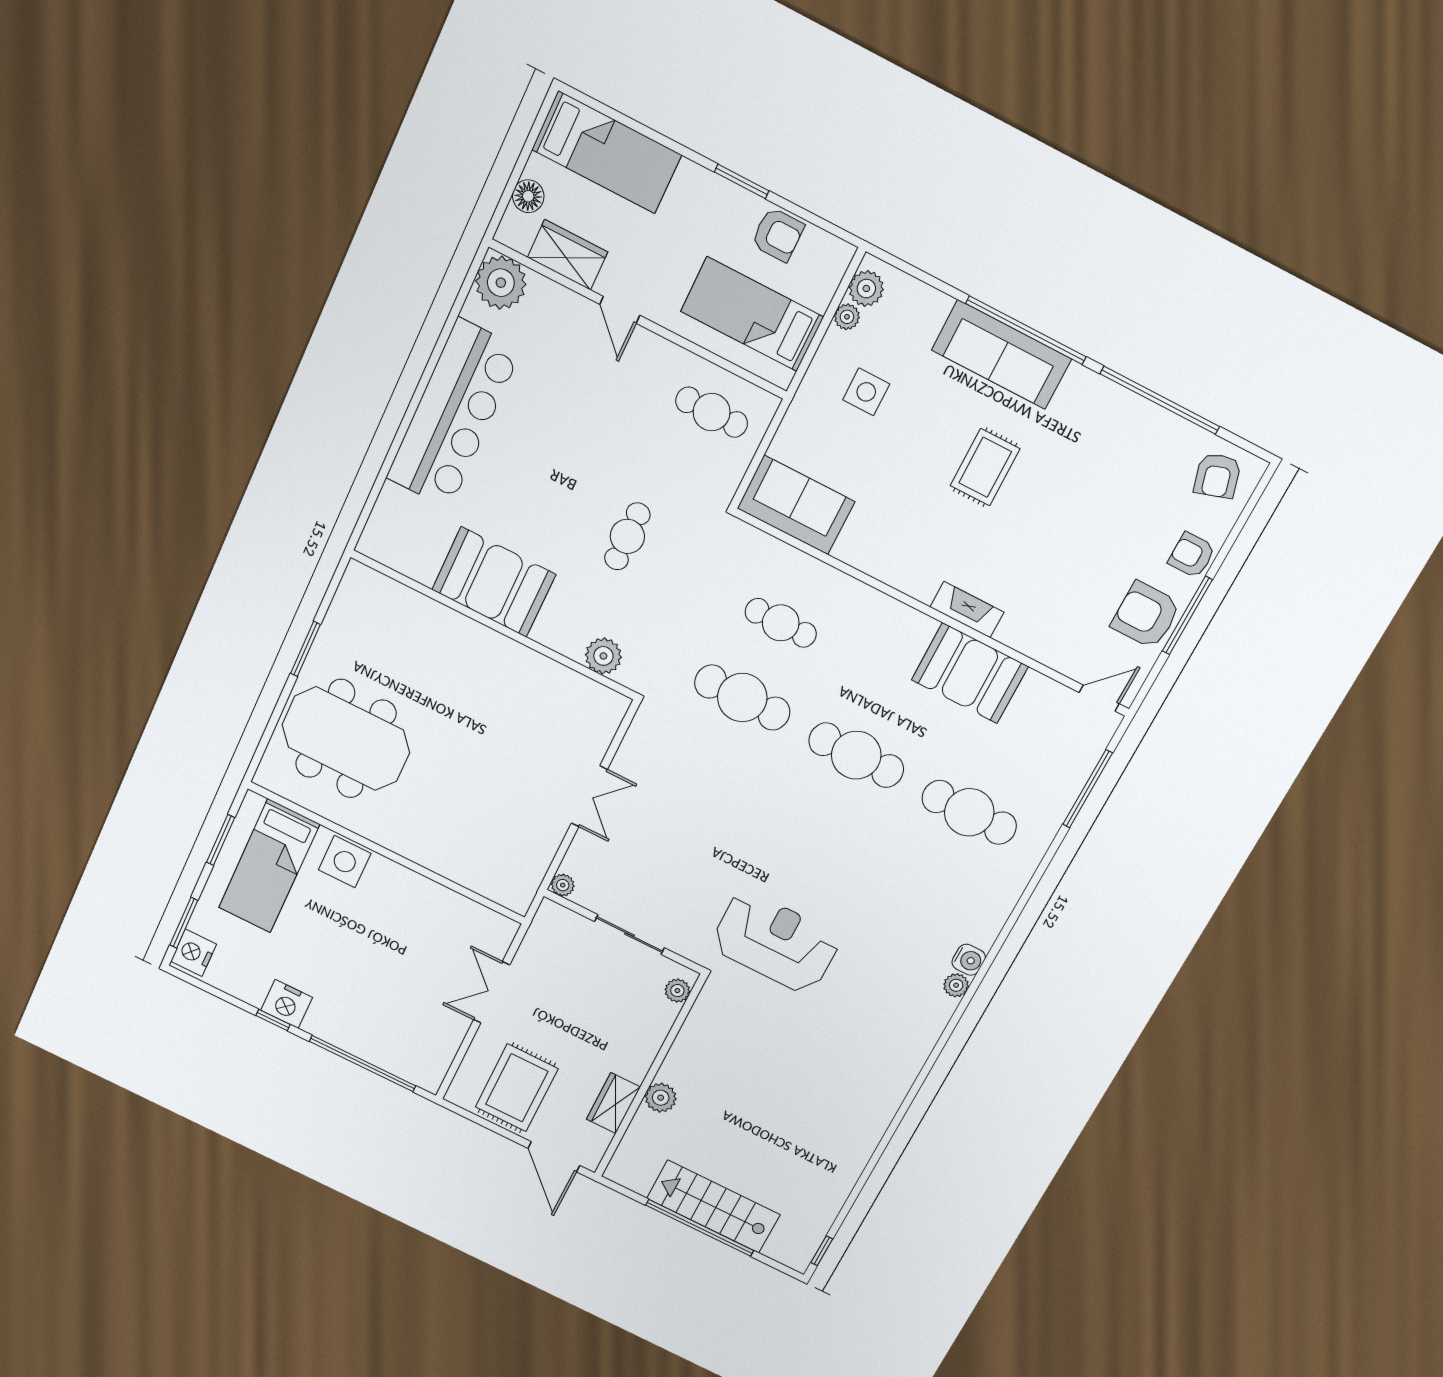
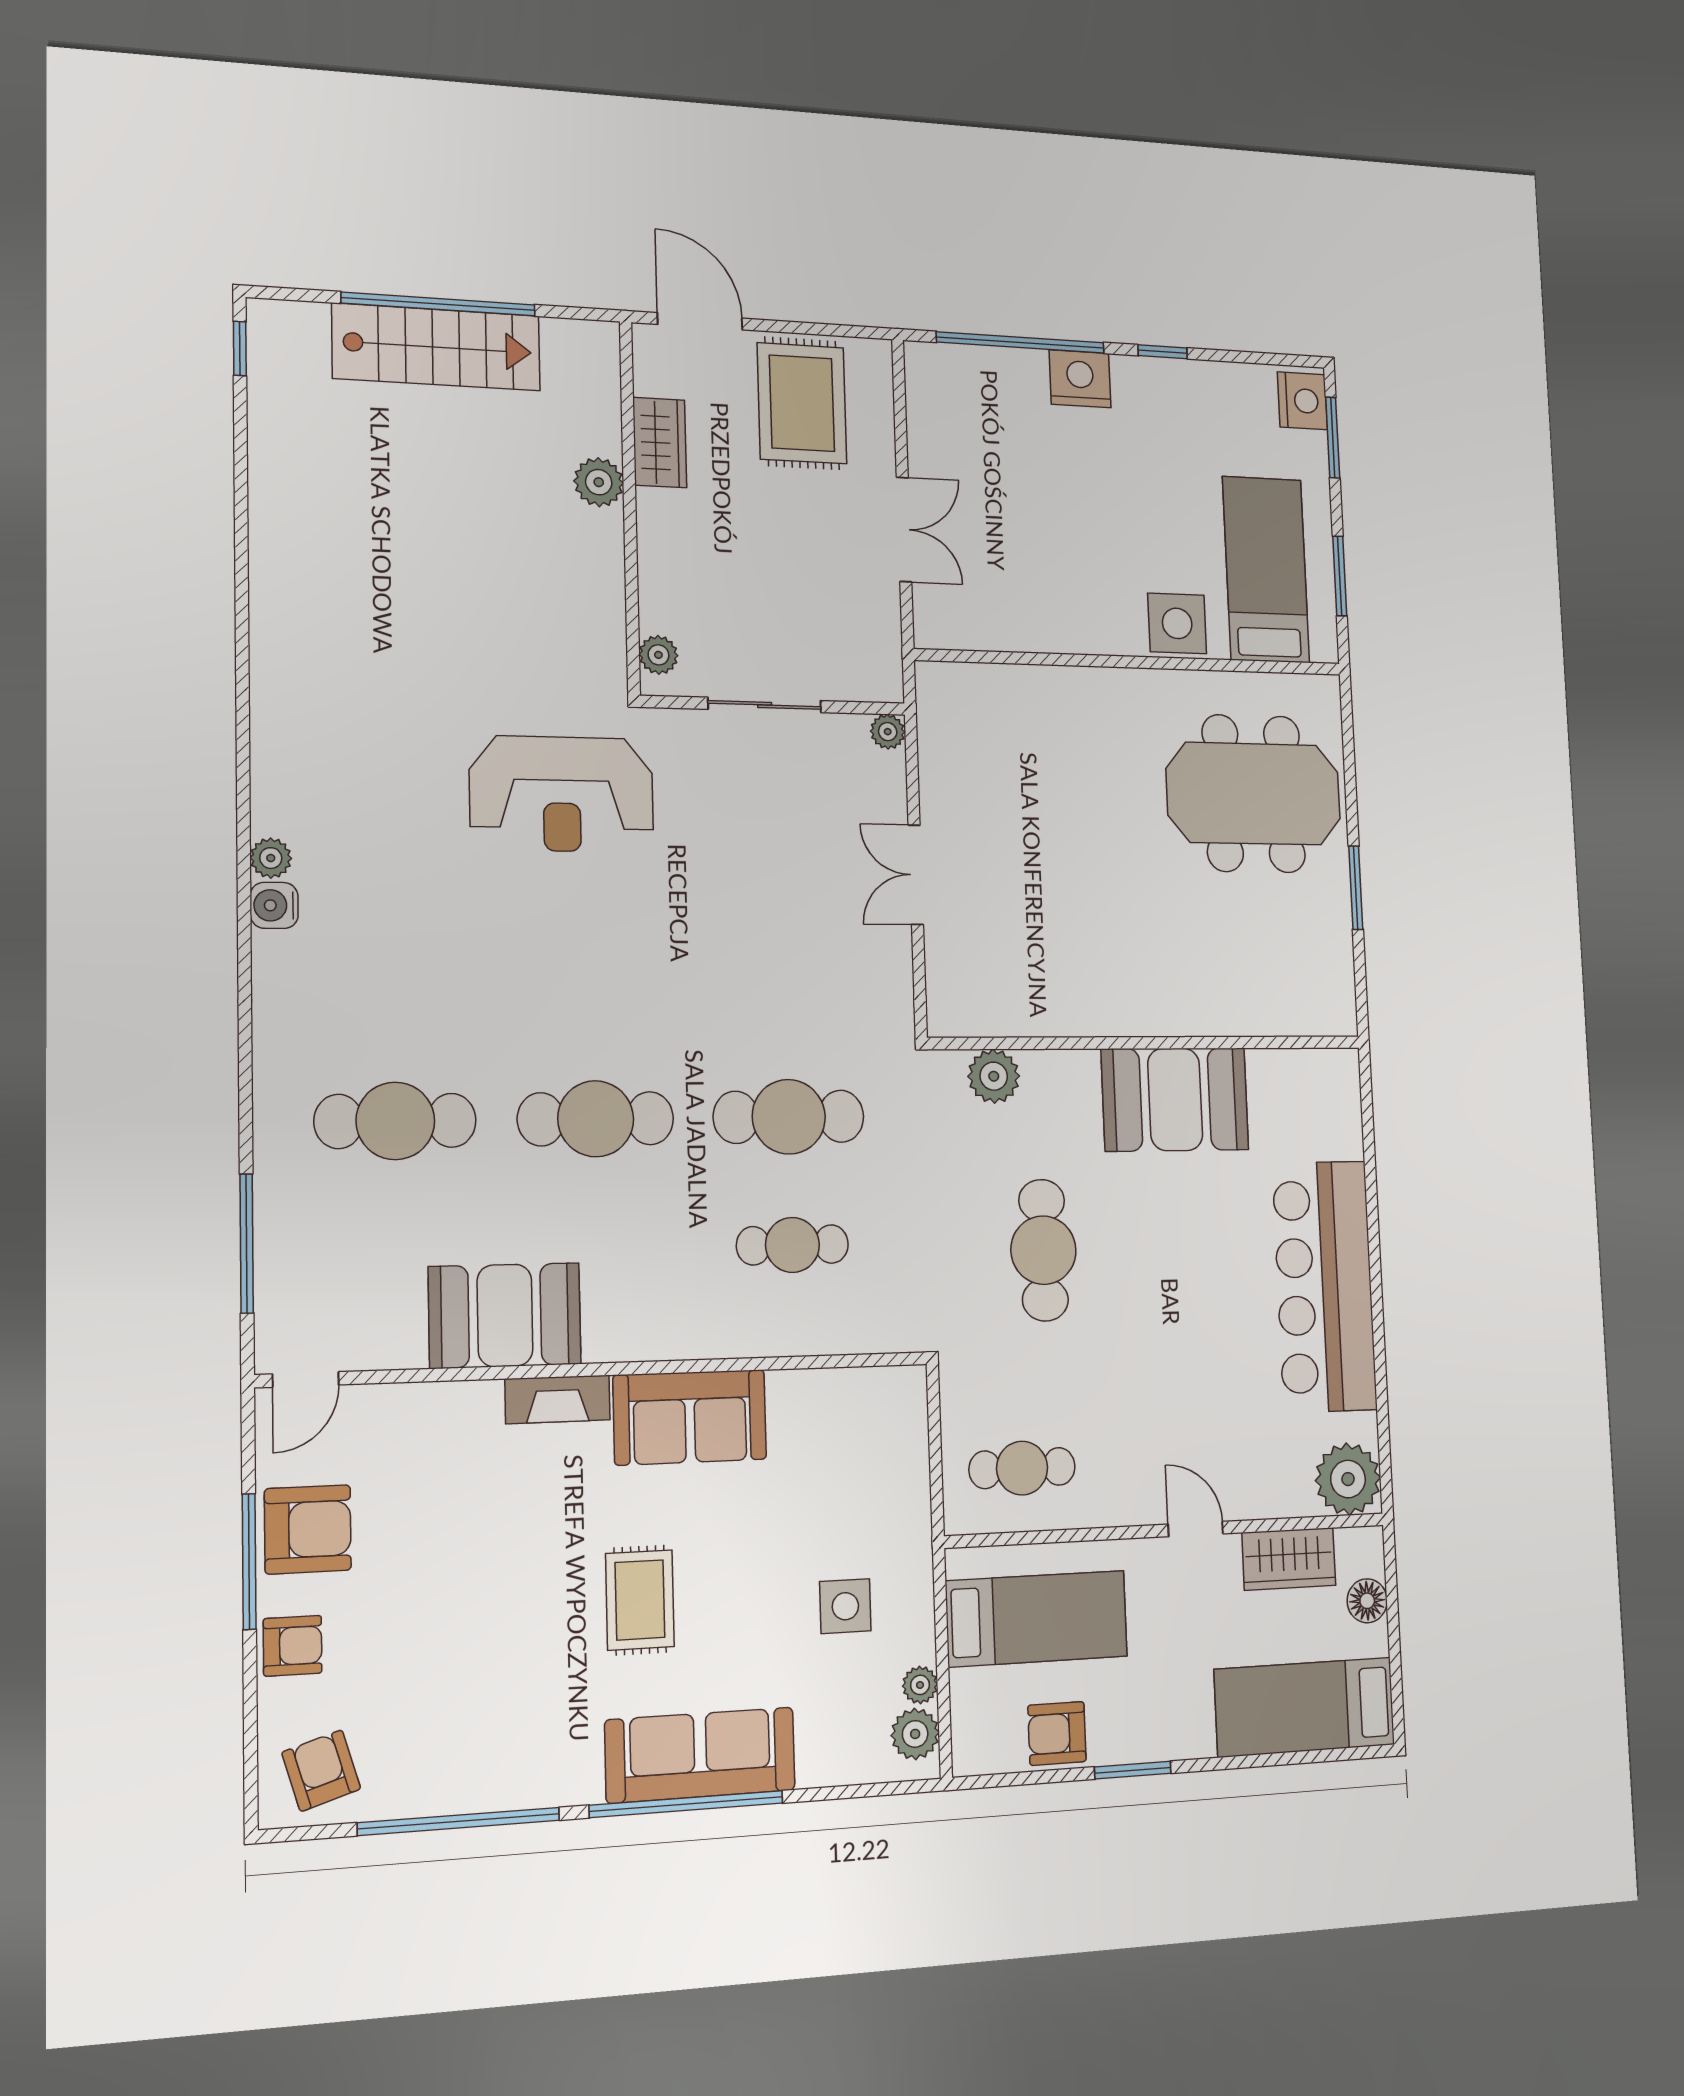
sofa: (796, 505) -> (690, 1417), moved
cafe table: (627, 536) -> (1043, 1250), width x1.37, depth x1.35
nightstand: (287, 1004) -> (1080, 379), moved

